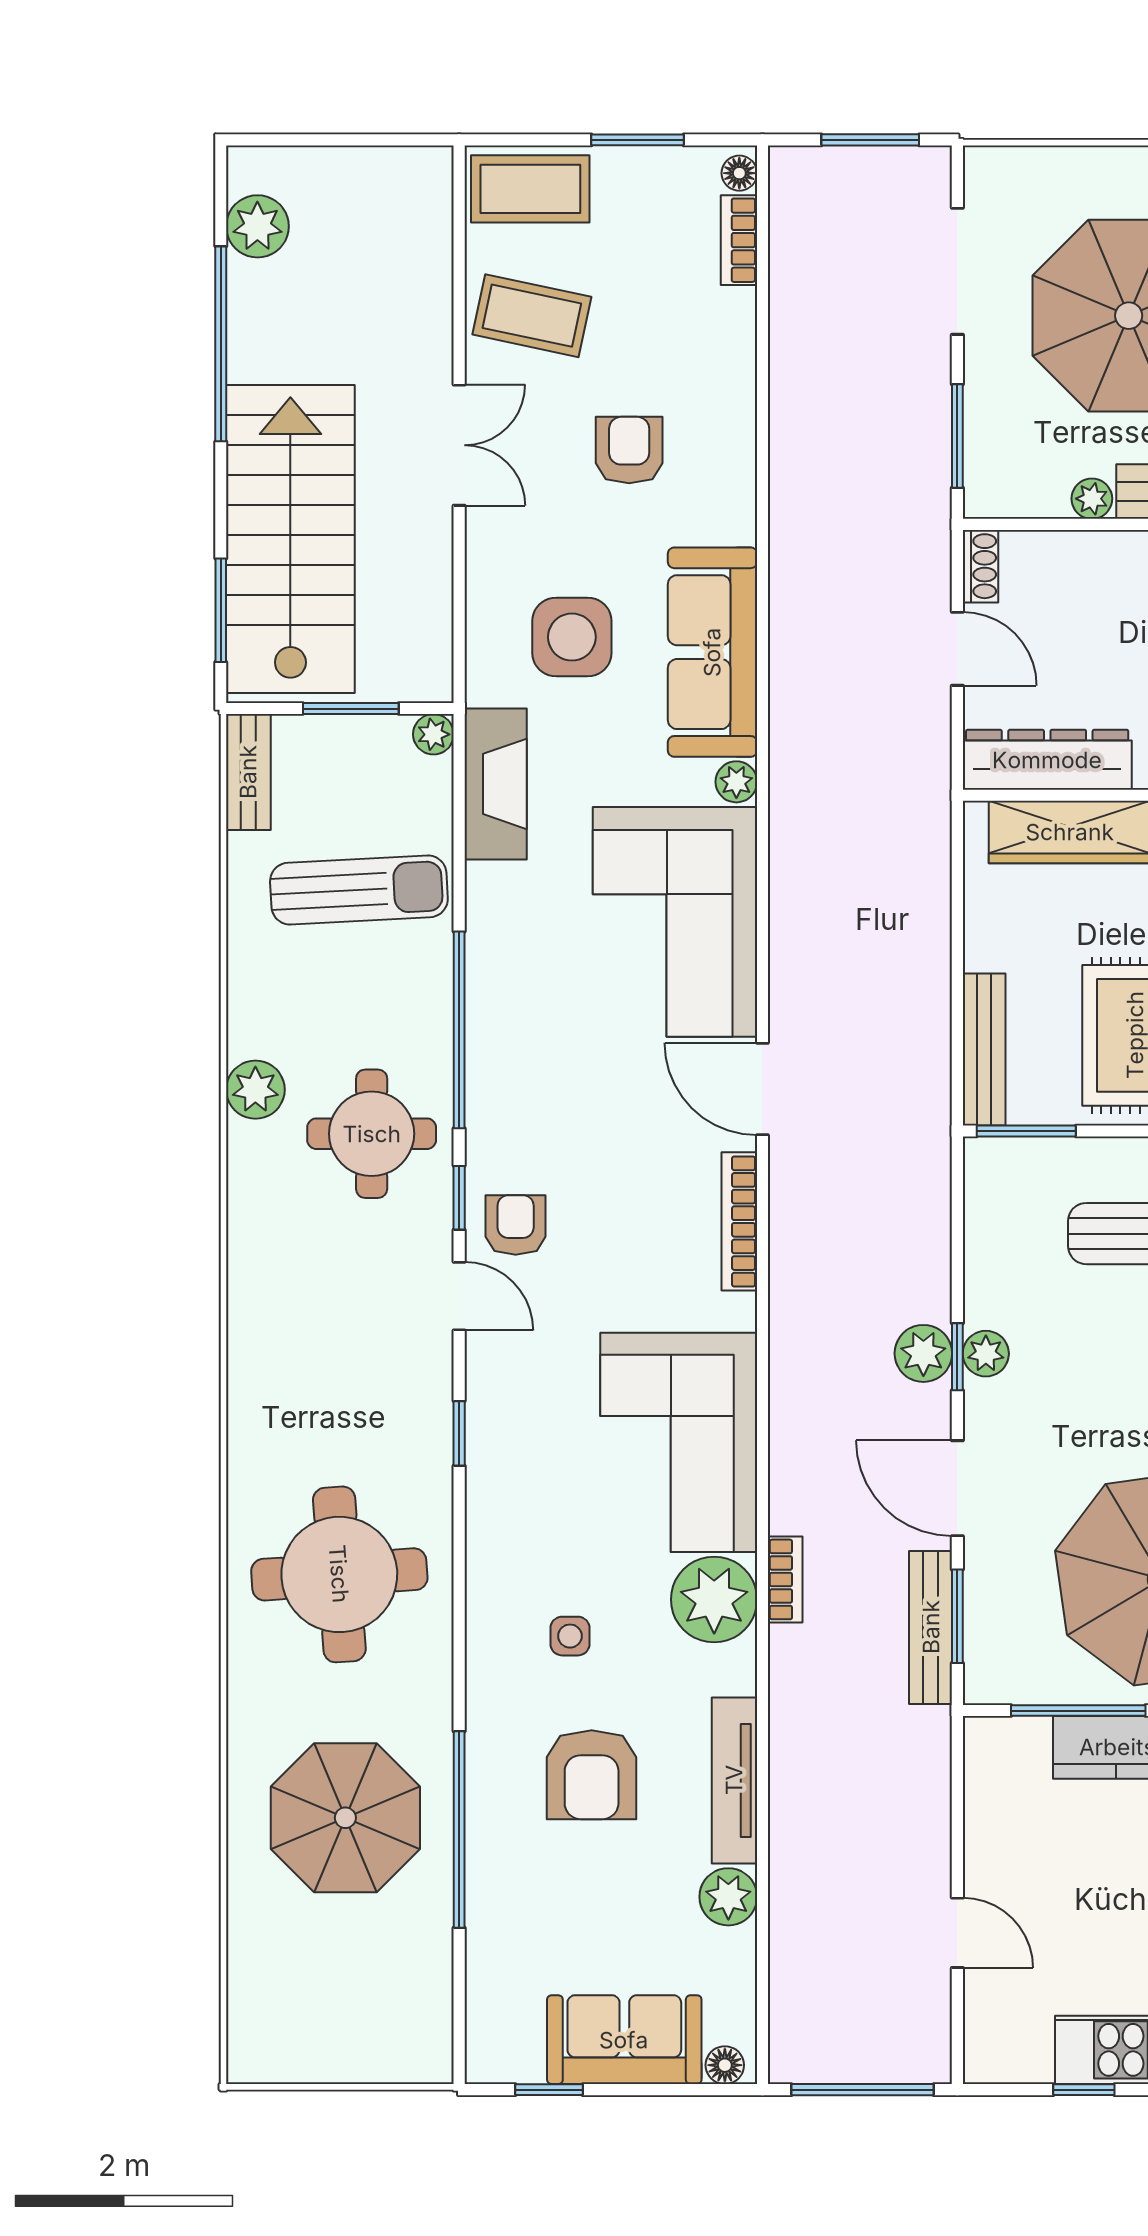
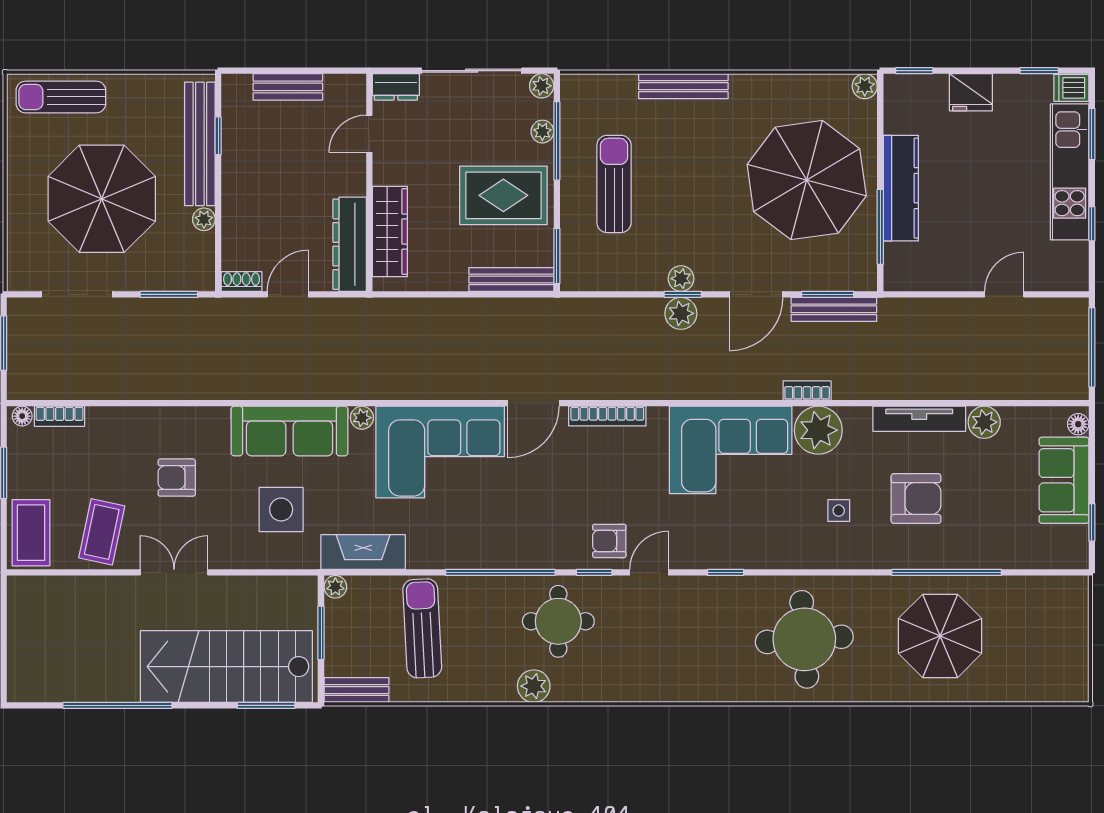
plant: (257, 226) -> (52, 685), removed

